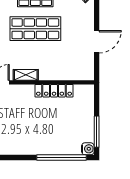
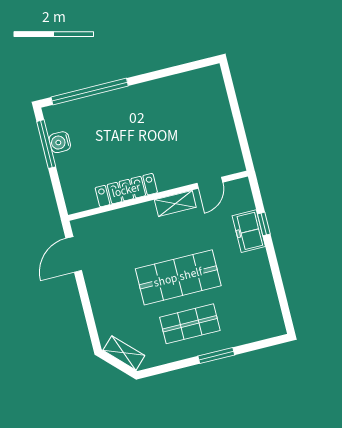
door: (97, 42) -> (74, 254), moved
water cooler: (88, 149) -> (60, 142), moved

